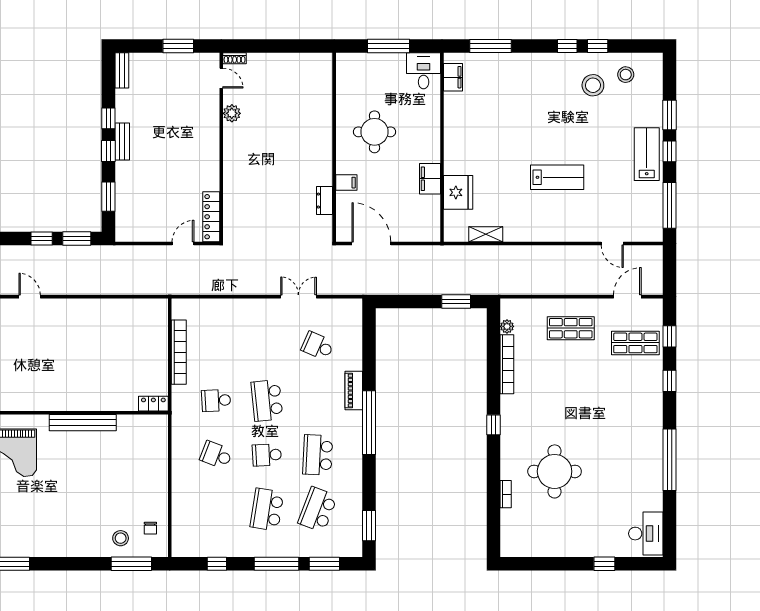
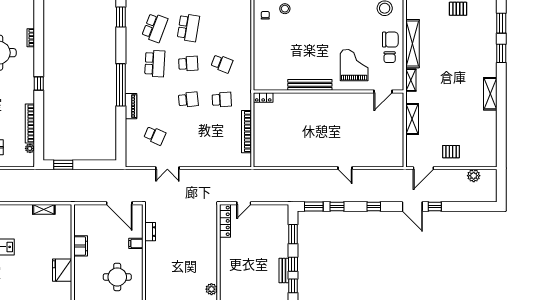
fridge: (458, 192) -> (62, 270), moved
school desk: (267, 400) -> (188, 100), width x0.54

